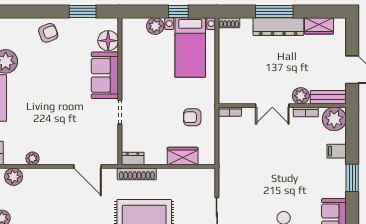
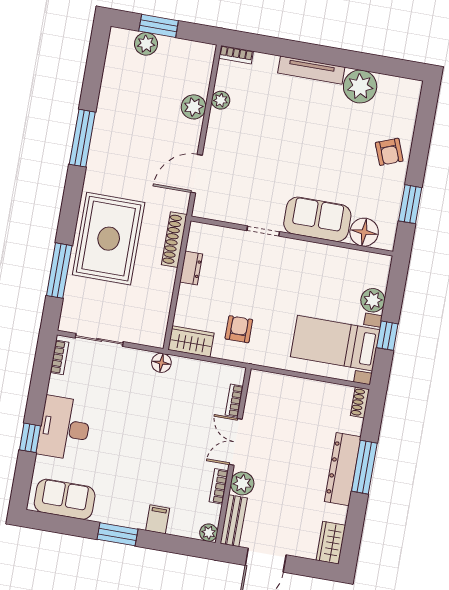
wardrobe: (319, 26) -> (331, 543), moved
bookcase: (230, 112) -> (234, 401), moved
plant: (334, 119) -> (209, 533), width x0.53, depth x0.53
wardrobe: (183, 156) -> (191, 341), moved, turned -90
dresser: (133, 159) -> (191, 268), moved
floor lamp: (225, 168) -> (161, 363), added
plant: (14, 177) -> (194, 107), moved

